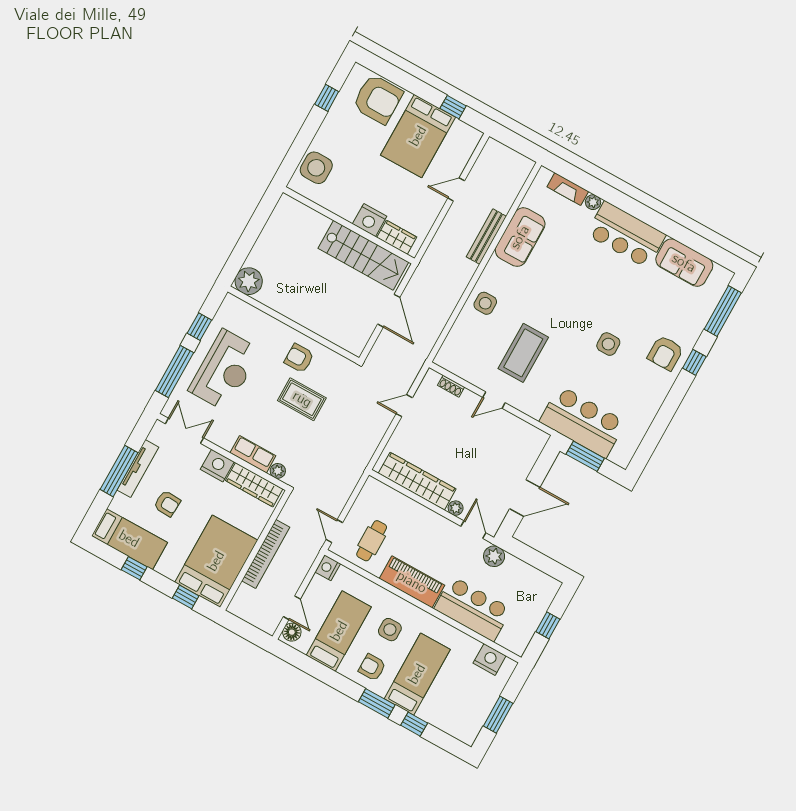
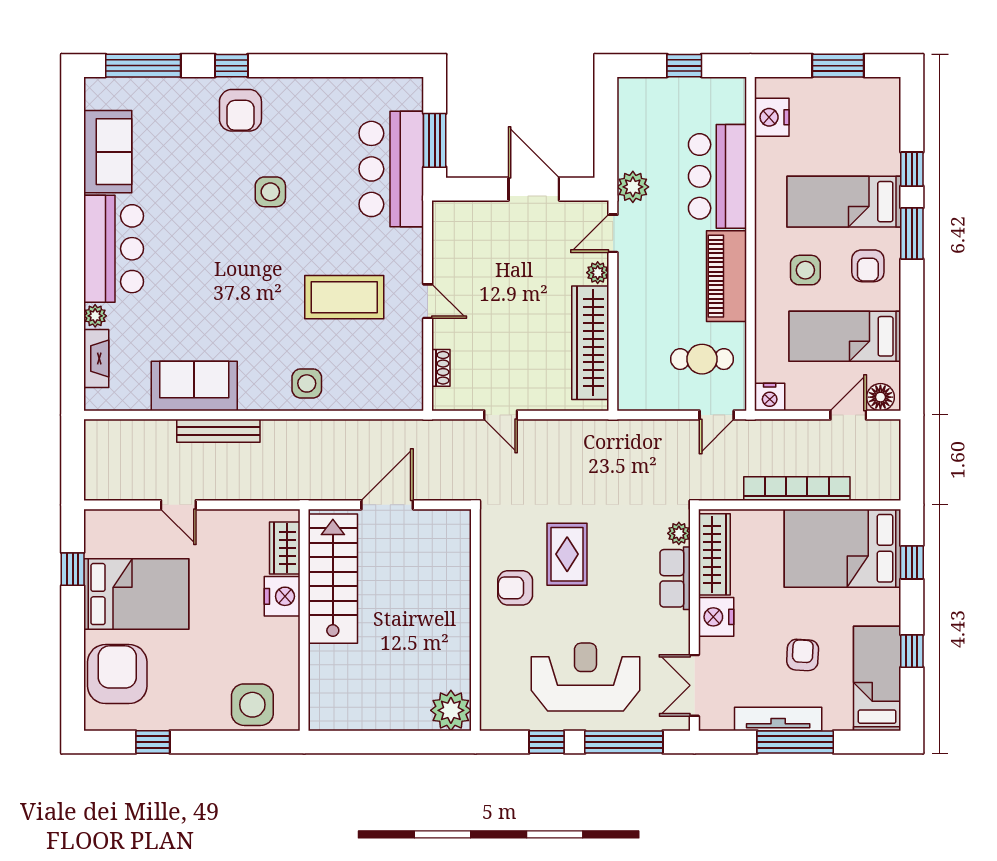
armchair: (665, 353) -> (240, 110), turned 90
armchair: (299, 358) -> (515, 588), turned 90

